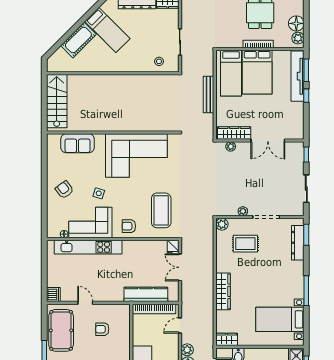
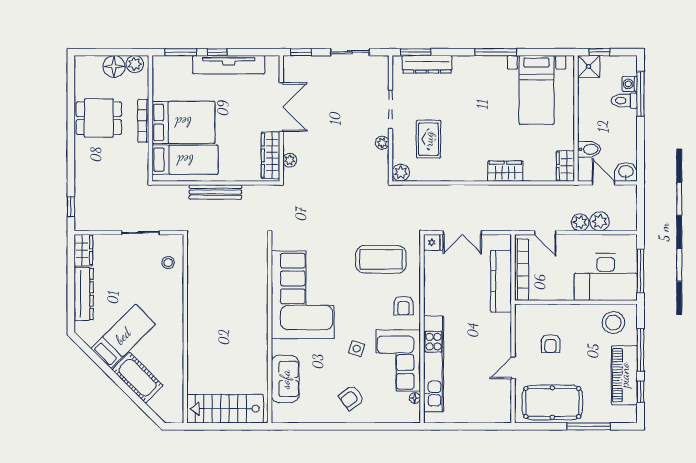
tv unit: (298, 76) -> (229, 65), moved
wardrobe: (223, 291) -> (505, 171), width x0.67
dishwasher: (53, 294) -> (501, 413), removed

